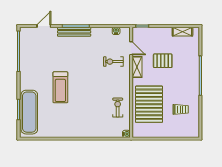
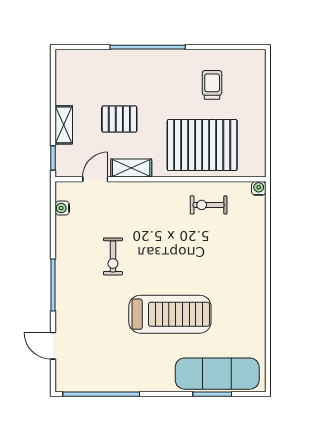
bench: (74, 32) -> (64, 288), removed
shelving: (182, 32) -> (64, 125), moved
pallet: (163, 61) -> (119, 119), turned 90
exercise bike: (113, 62) -> (113, 256), moved
treadmill: (60, 87) -> (170, 314), width x1.37, depth x1.38

